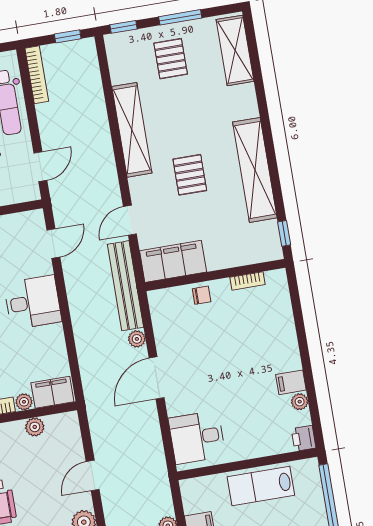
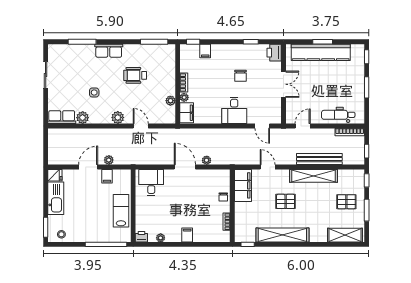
door: (40, 167) -> (303, 126), swing flipped
bench: (125, 286) -> (319, 159), moved
filing cabinet: (291, 382) -> (187, 235), moved

